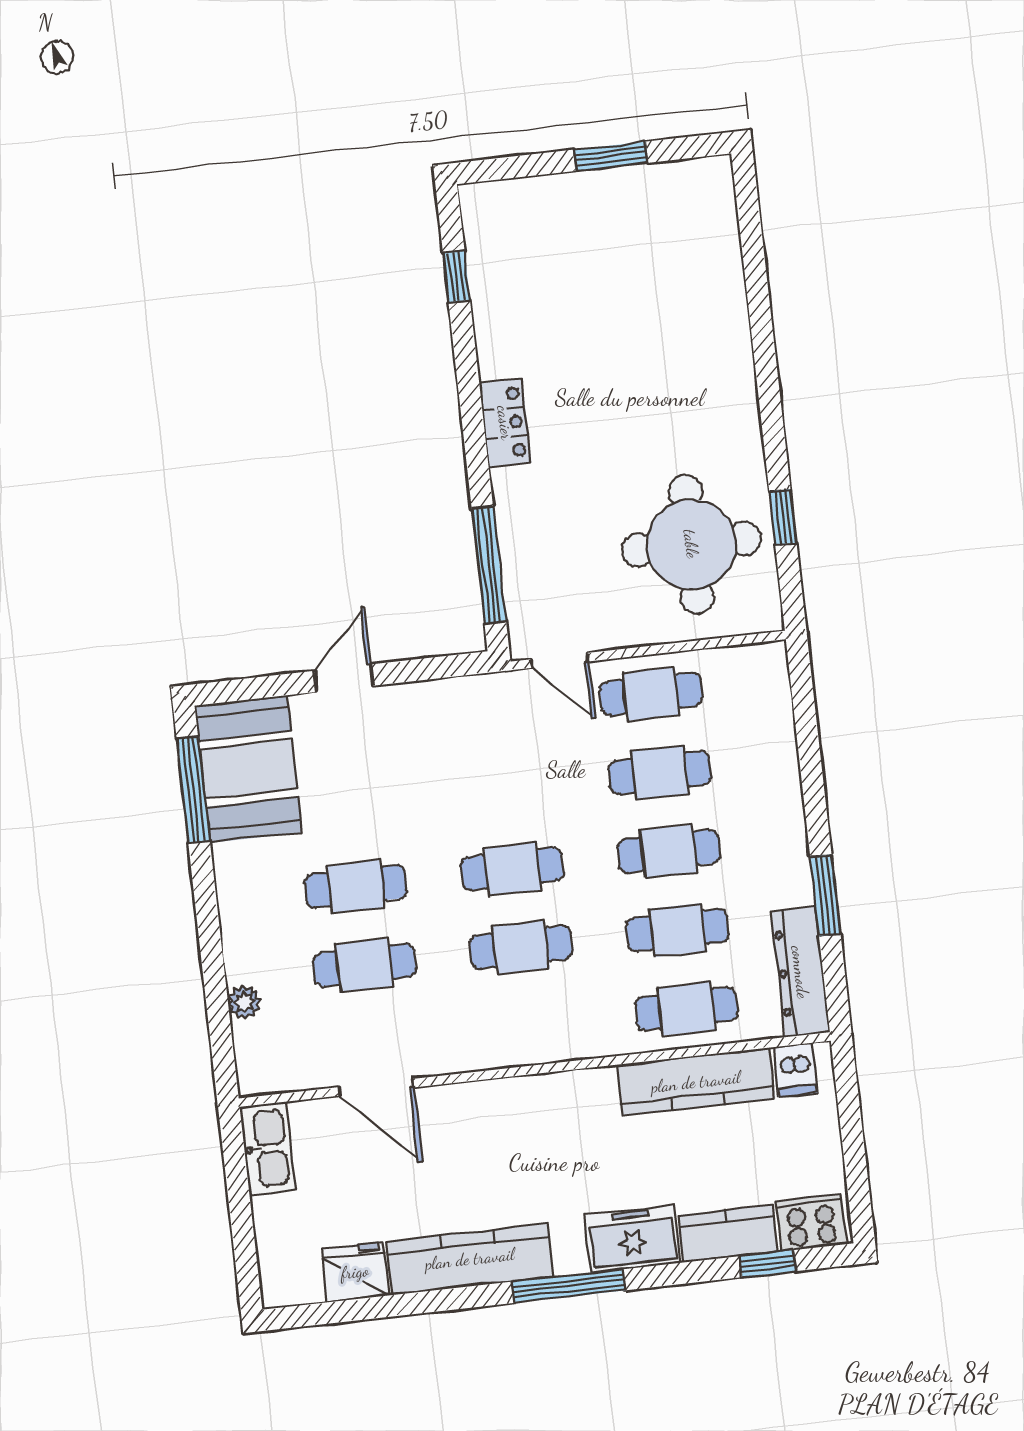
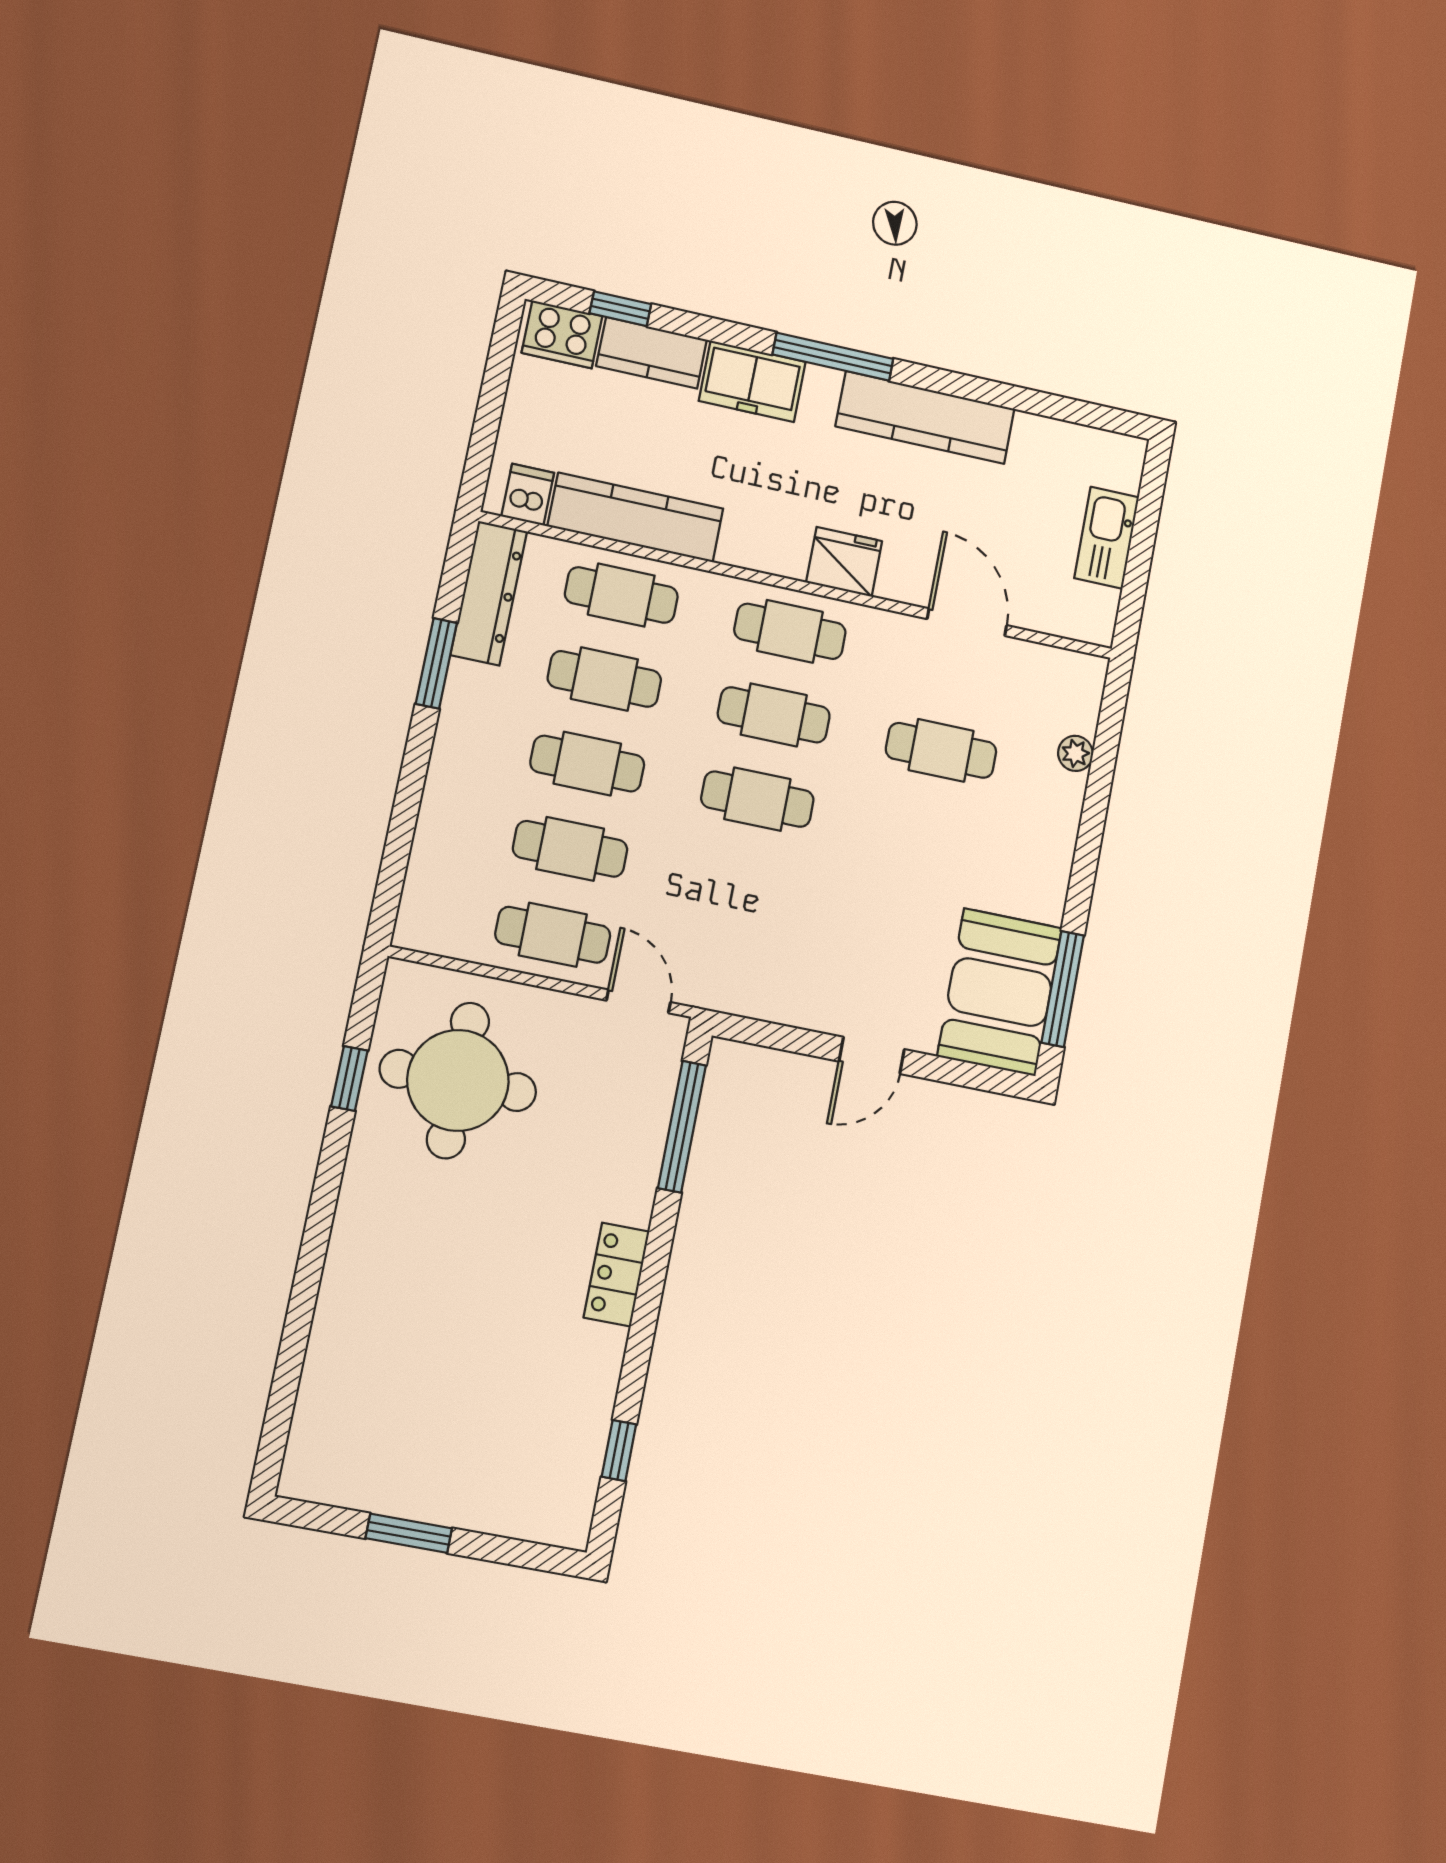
cafe table: (356, 886) -> (790, 631), moved
kitchen sink: (268, 1148) -> (1107, 538), moved
fridge: (355, 1272) -> (844, 562), moved, turned 180

